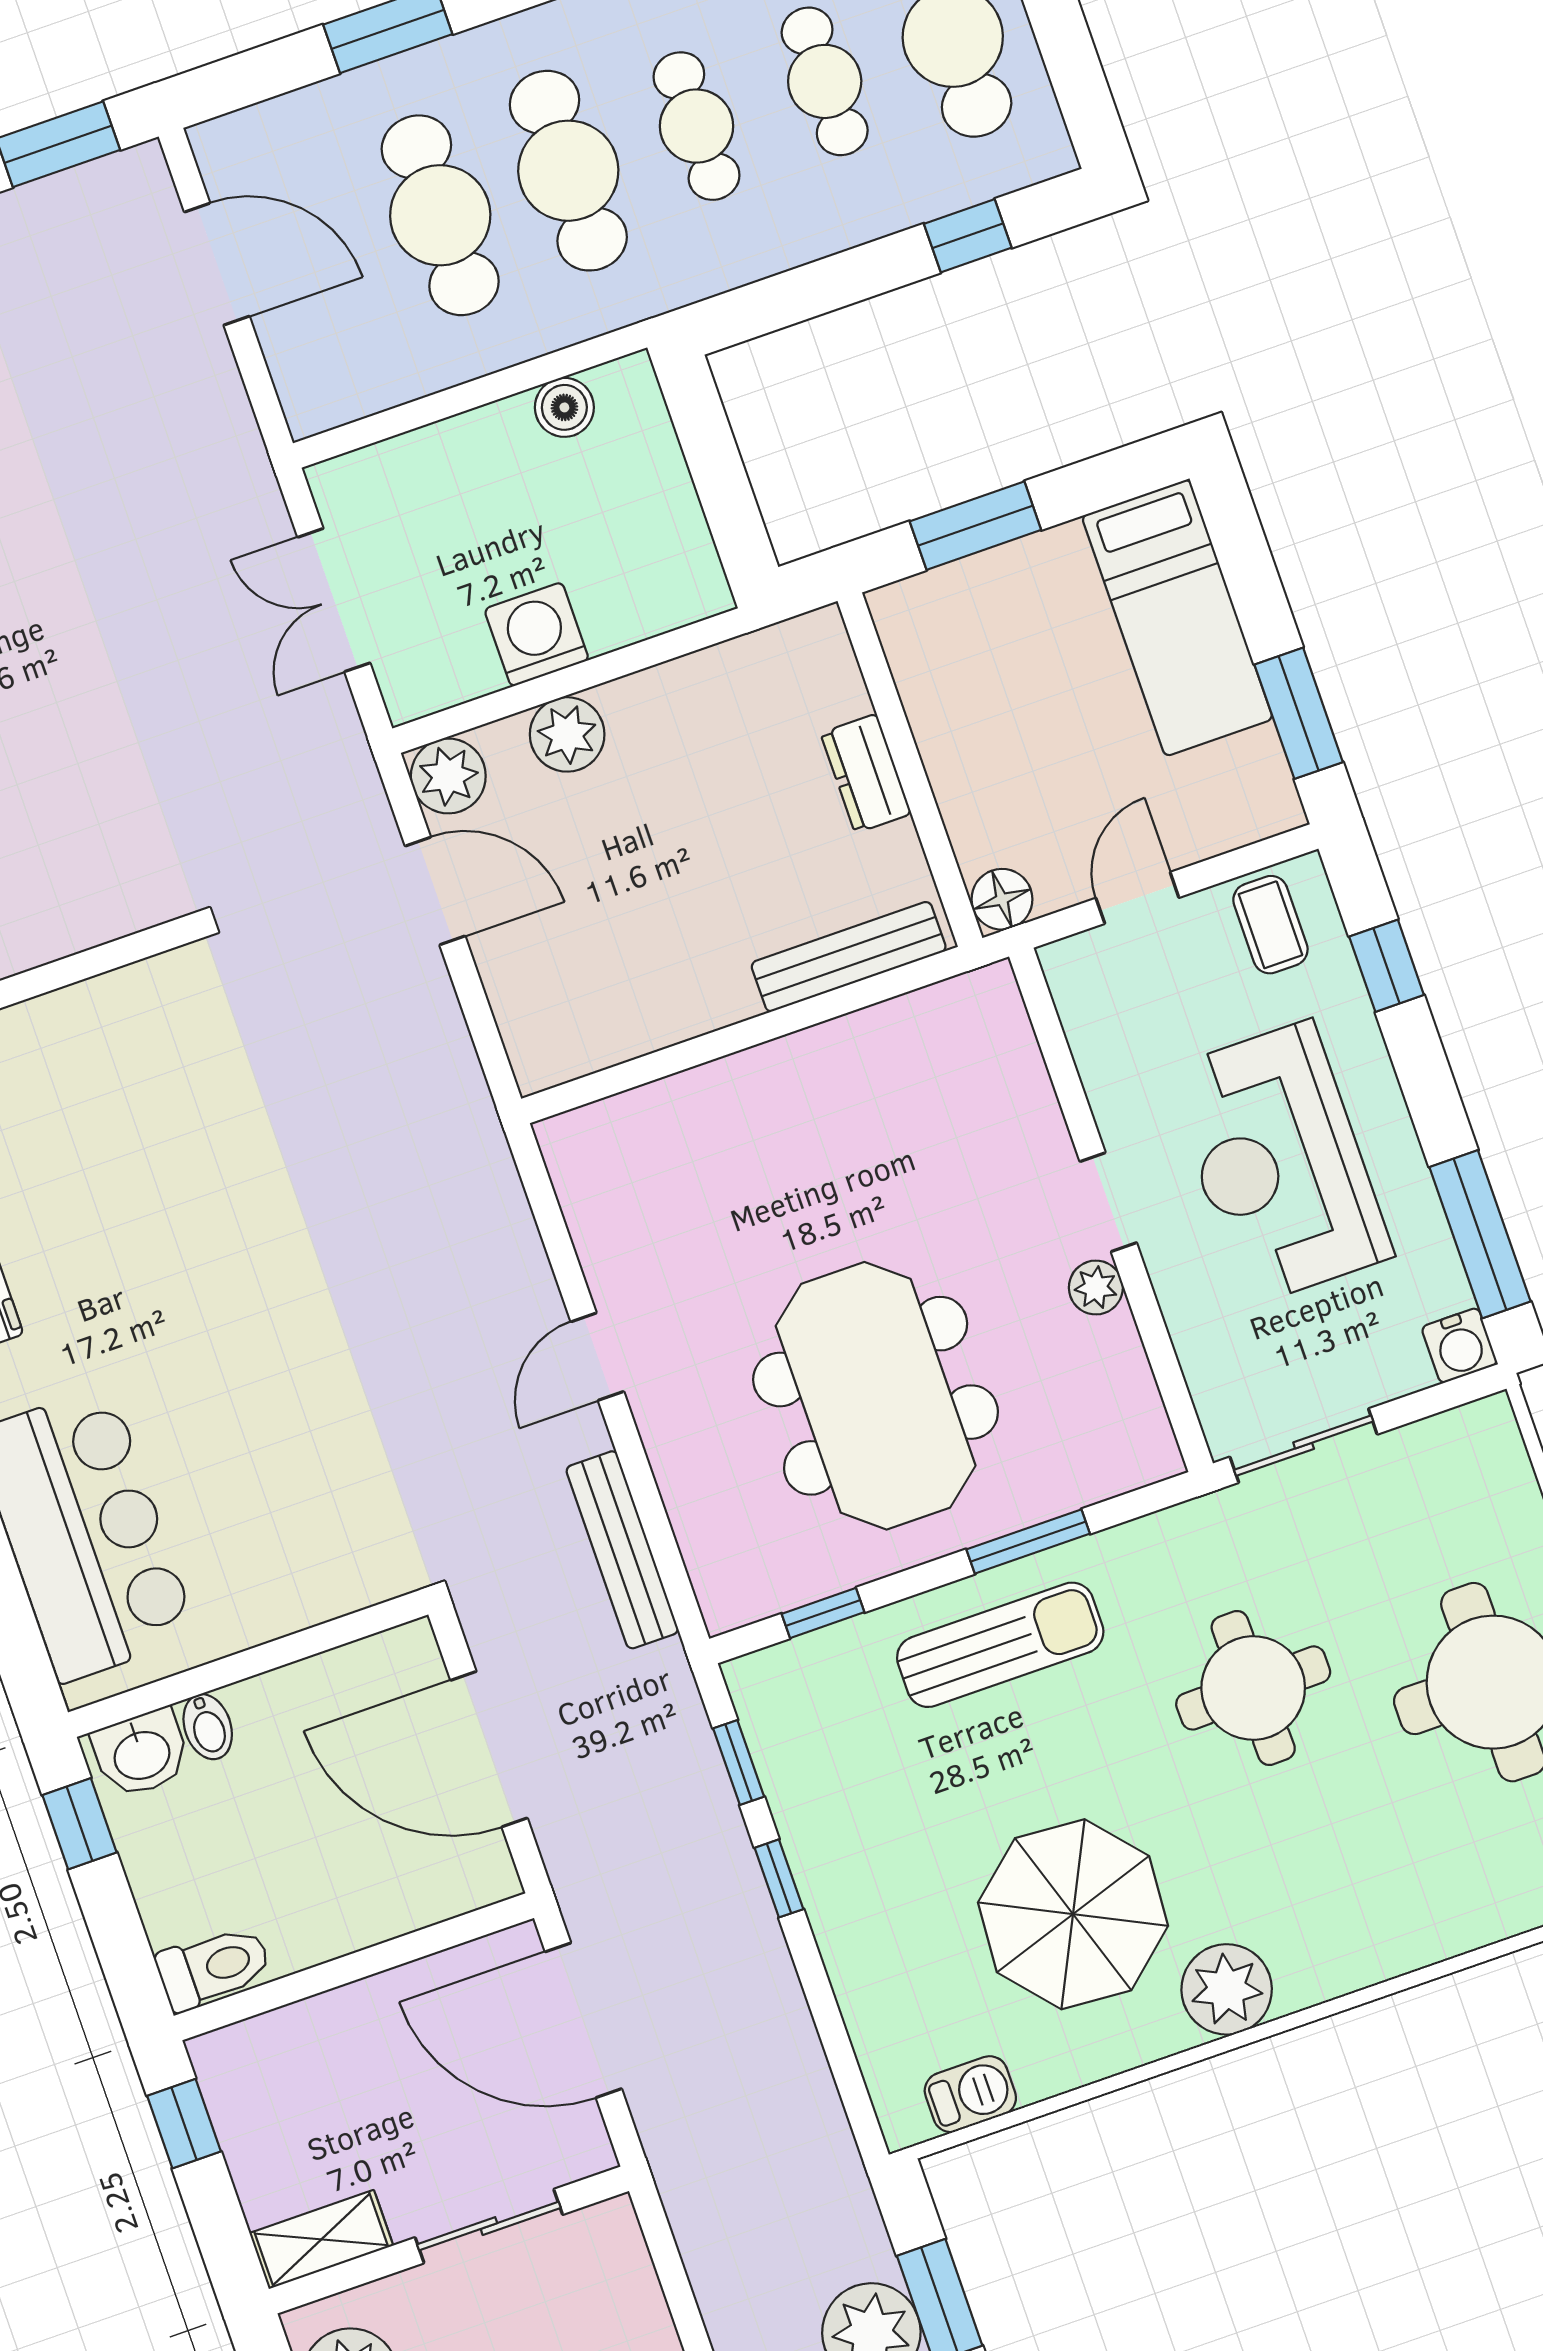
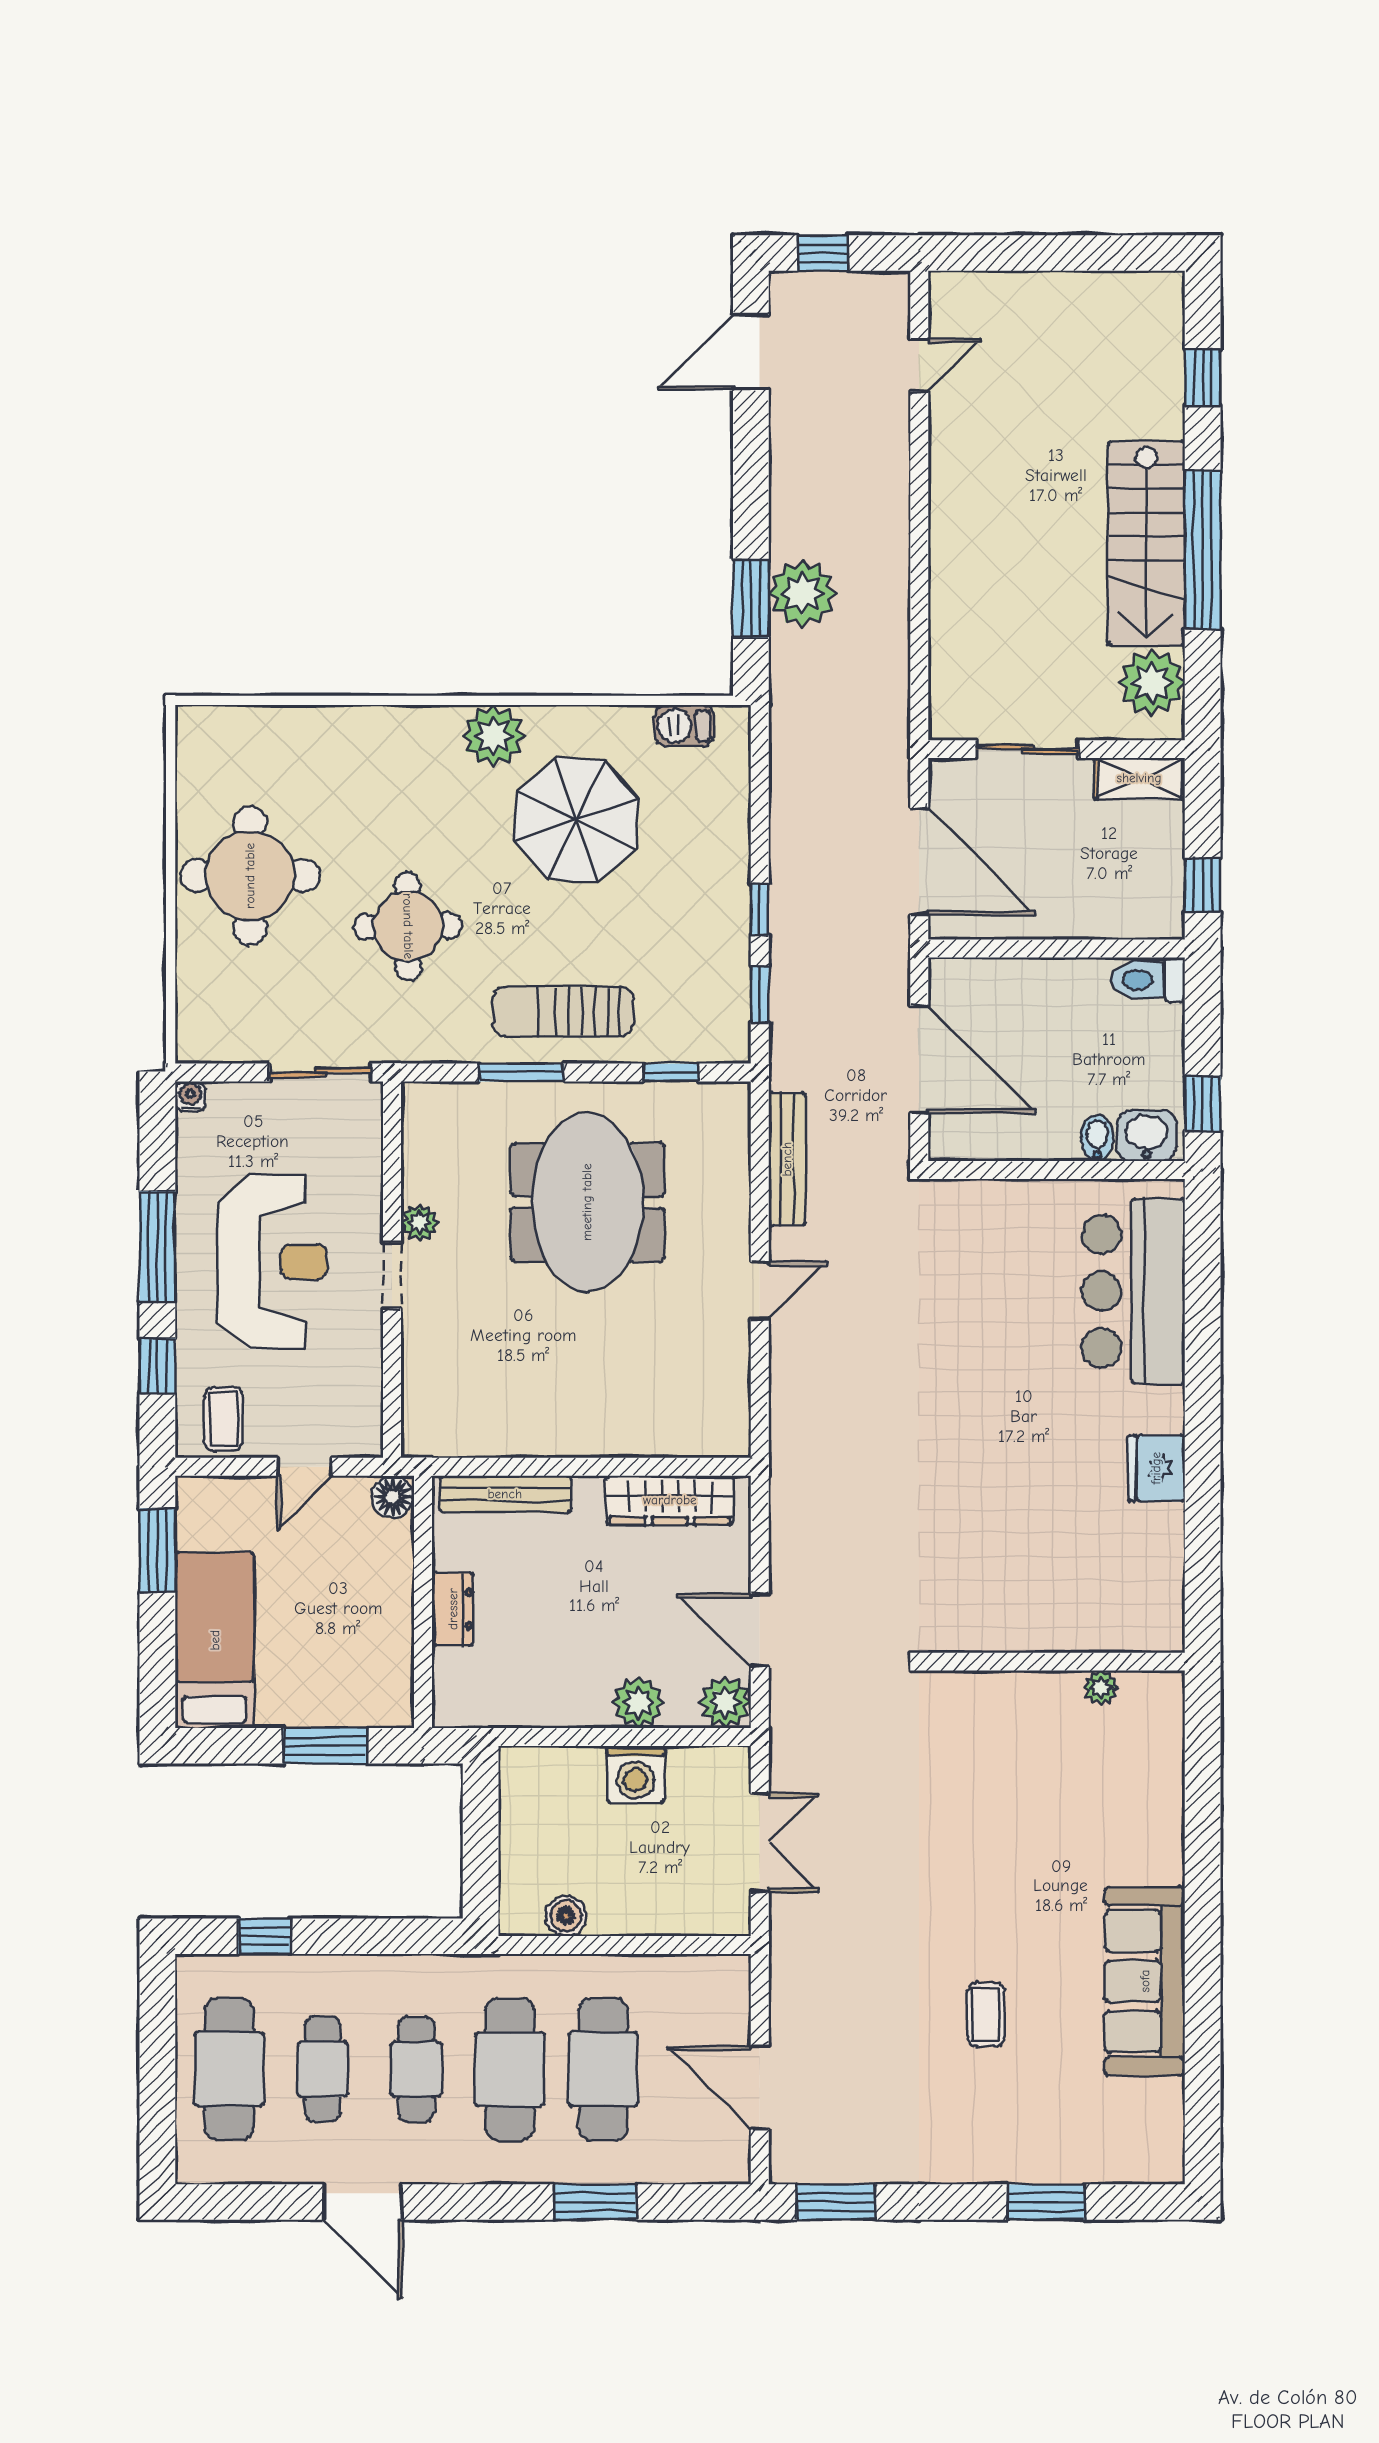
wardrobe: (620, 1027) -> (670, 1500), added
window: (1480, 1234) -> (157, 1246), moved
water cooler: (1459, 1346) -> (190, 1096), width x0.72, depth x0.72

